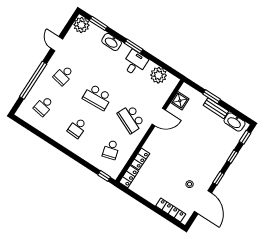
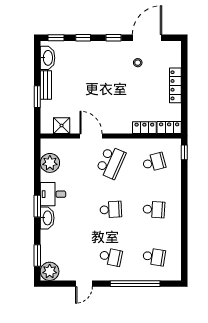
washbasin: (112, 42) -> (47, 218), moved
school desk: (97, 97) -> (111, 210), width x0.54
locker: (171, 210) -> (175, 85), moved

